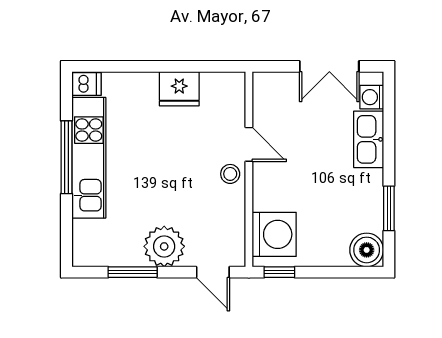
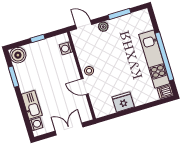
double door: (329, 66) -> (69, 129), moved
window: (66, 157) -> (164, 56), width x1.46
washing machine: (274, 234) -> (66, 48), width x0.53, depth x0.53
plant: (164, 246) -> (103, 27), width x0.53, depth x0.53
window: (279, 272) -> (38, 38), moved

